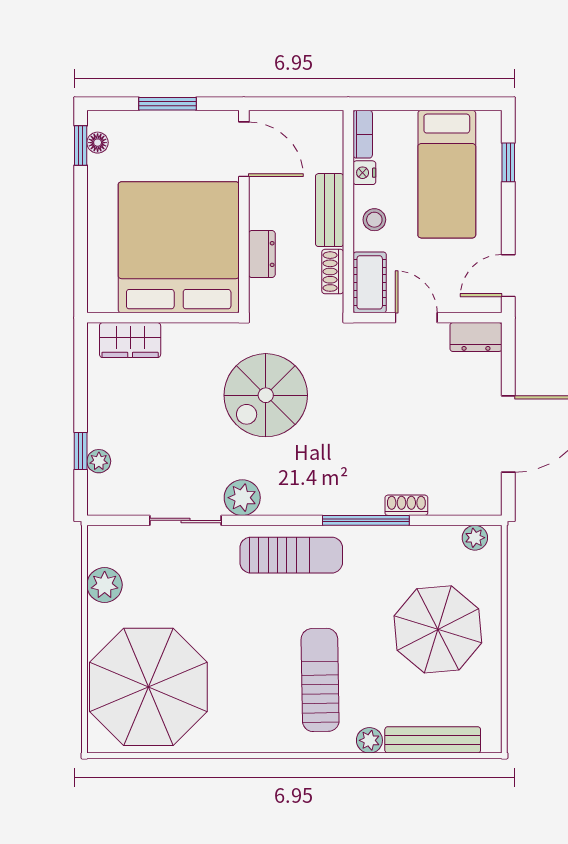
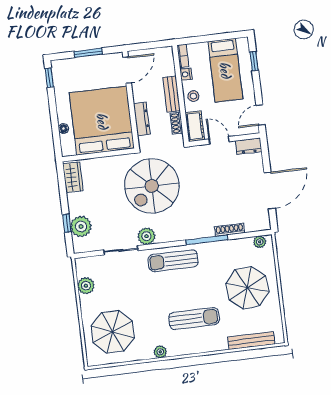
floor lamp: (98, 143) -> (64, 129), moved
door: (244, 149) -> (127, 70), hinge flipped
dresser: (262, 254) -> (142, 119), width x1.44
wardrobe: (130, 340) -> (73, 177), moved, turned -90
spiral stairs: (266, 395) -> (152, 186), width x1.37, depth x1.37
plant: (99, 461) -> (81, 226), width x1.88, depth x1.88
shoe rack: (406, 505) -> (230, 230), width x1.43
sun lounger: (291, 555) -> (173, 261), turned 180
sun lounger: (320, 680) -> (194, 319), turned 91
parasol: (148, 687) -> (113, 332), width x0.73, depth x0.73
plant: (369, 740) -> (160, 352), moved

